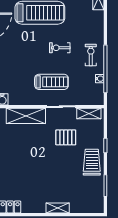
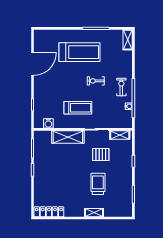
treadmill: (51, 82) -> (78, 108), moved
trolley: (92, 162) -> (98, 184), moved

